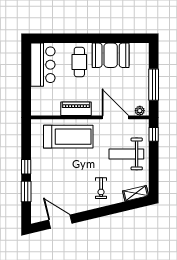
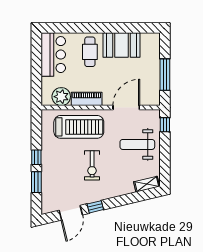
plant: (140, 111) -> (61, 97), moved, width x1.88, depth x1.88
door: (115, 117) -> (126, 108), hinge flipped
exercise bike: (101, 188) -> (92, 165), moved, width x1.38, depth x1.39
window: (85, 216) -> (95, 207), added
door: (60, 222) -> (71, 213), swing flipped

